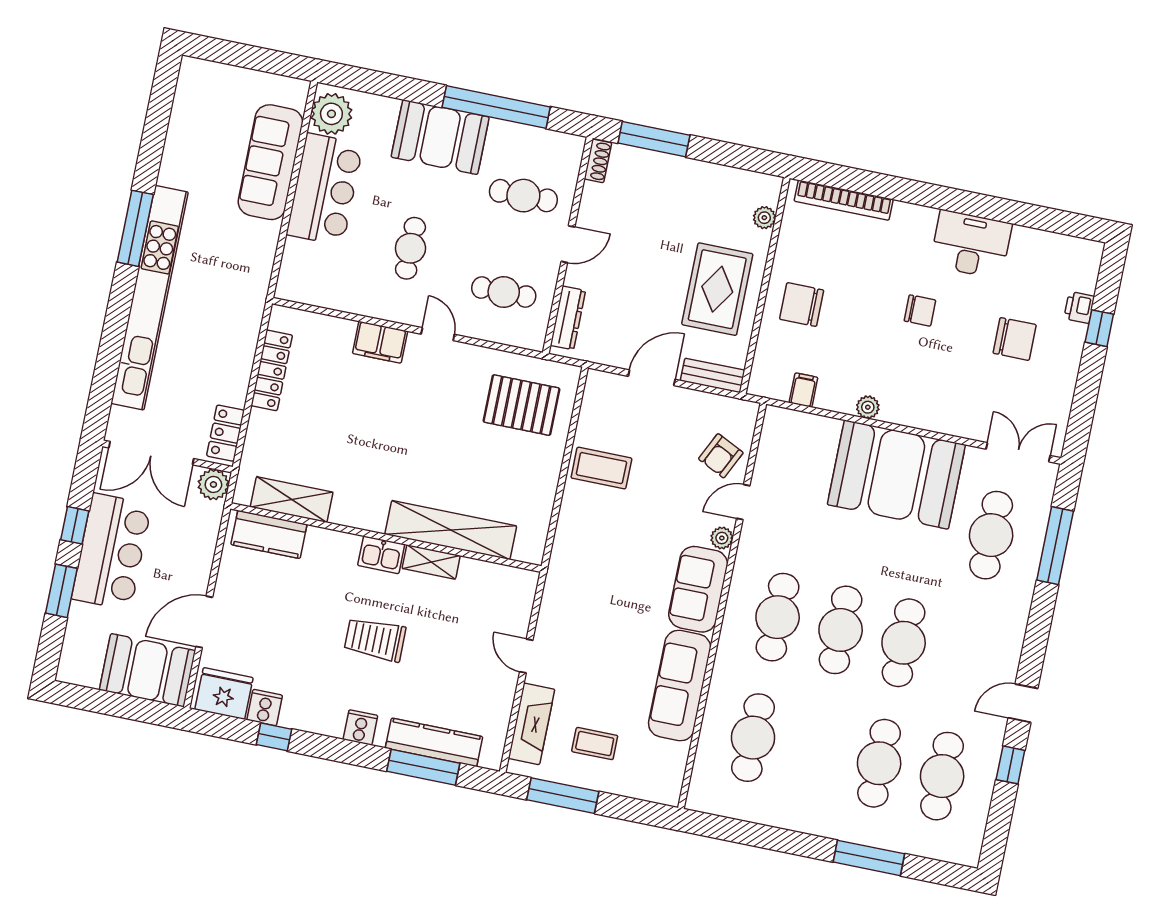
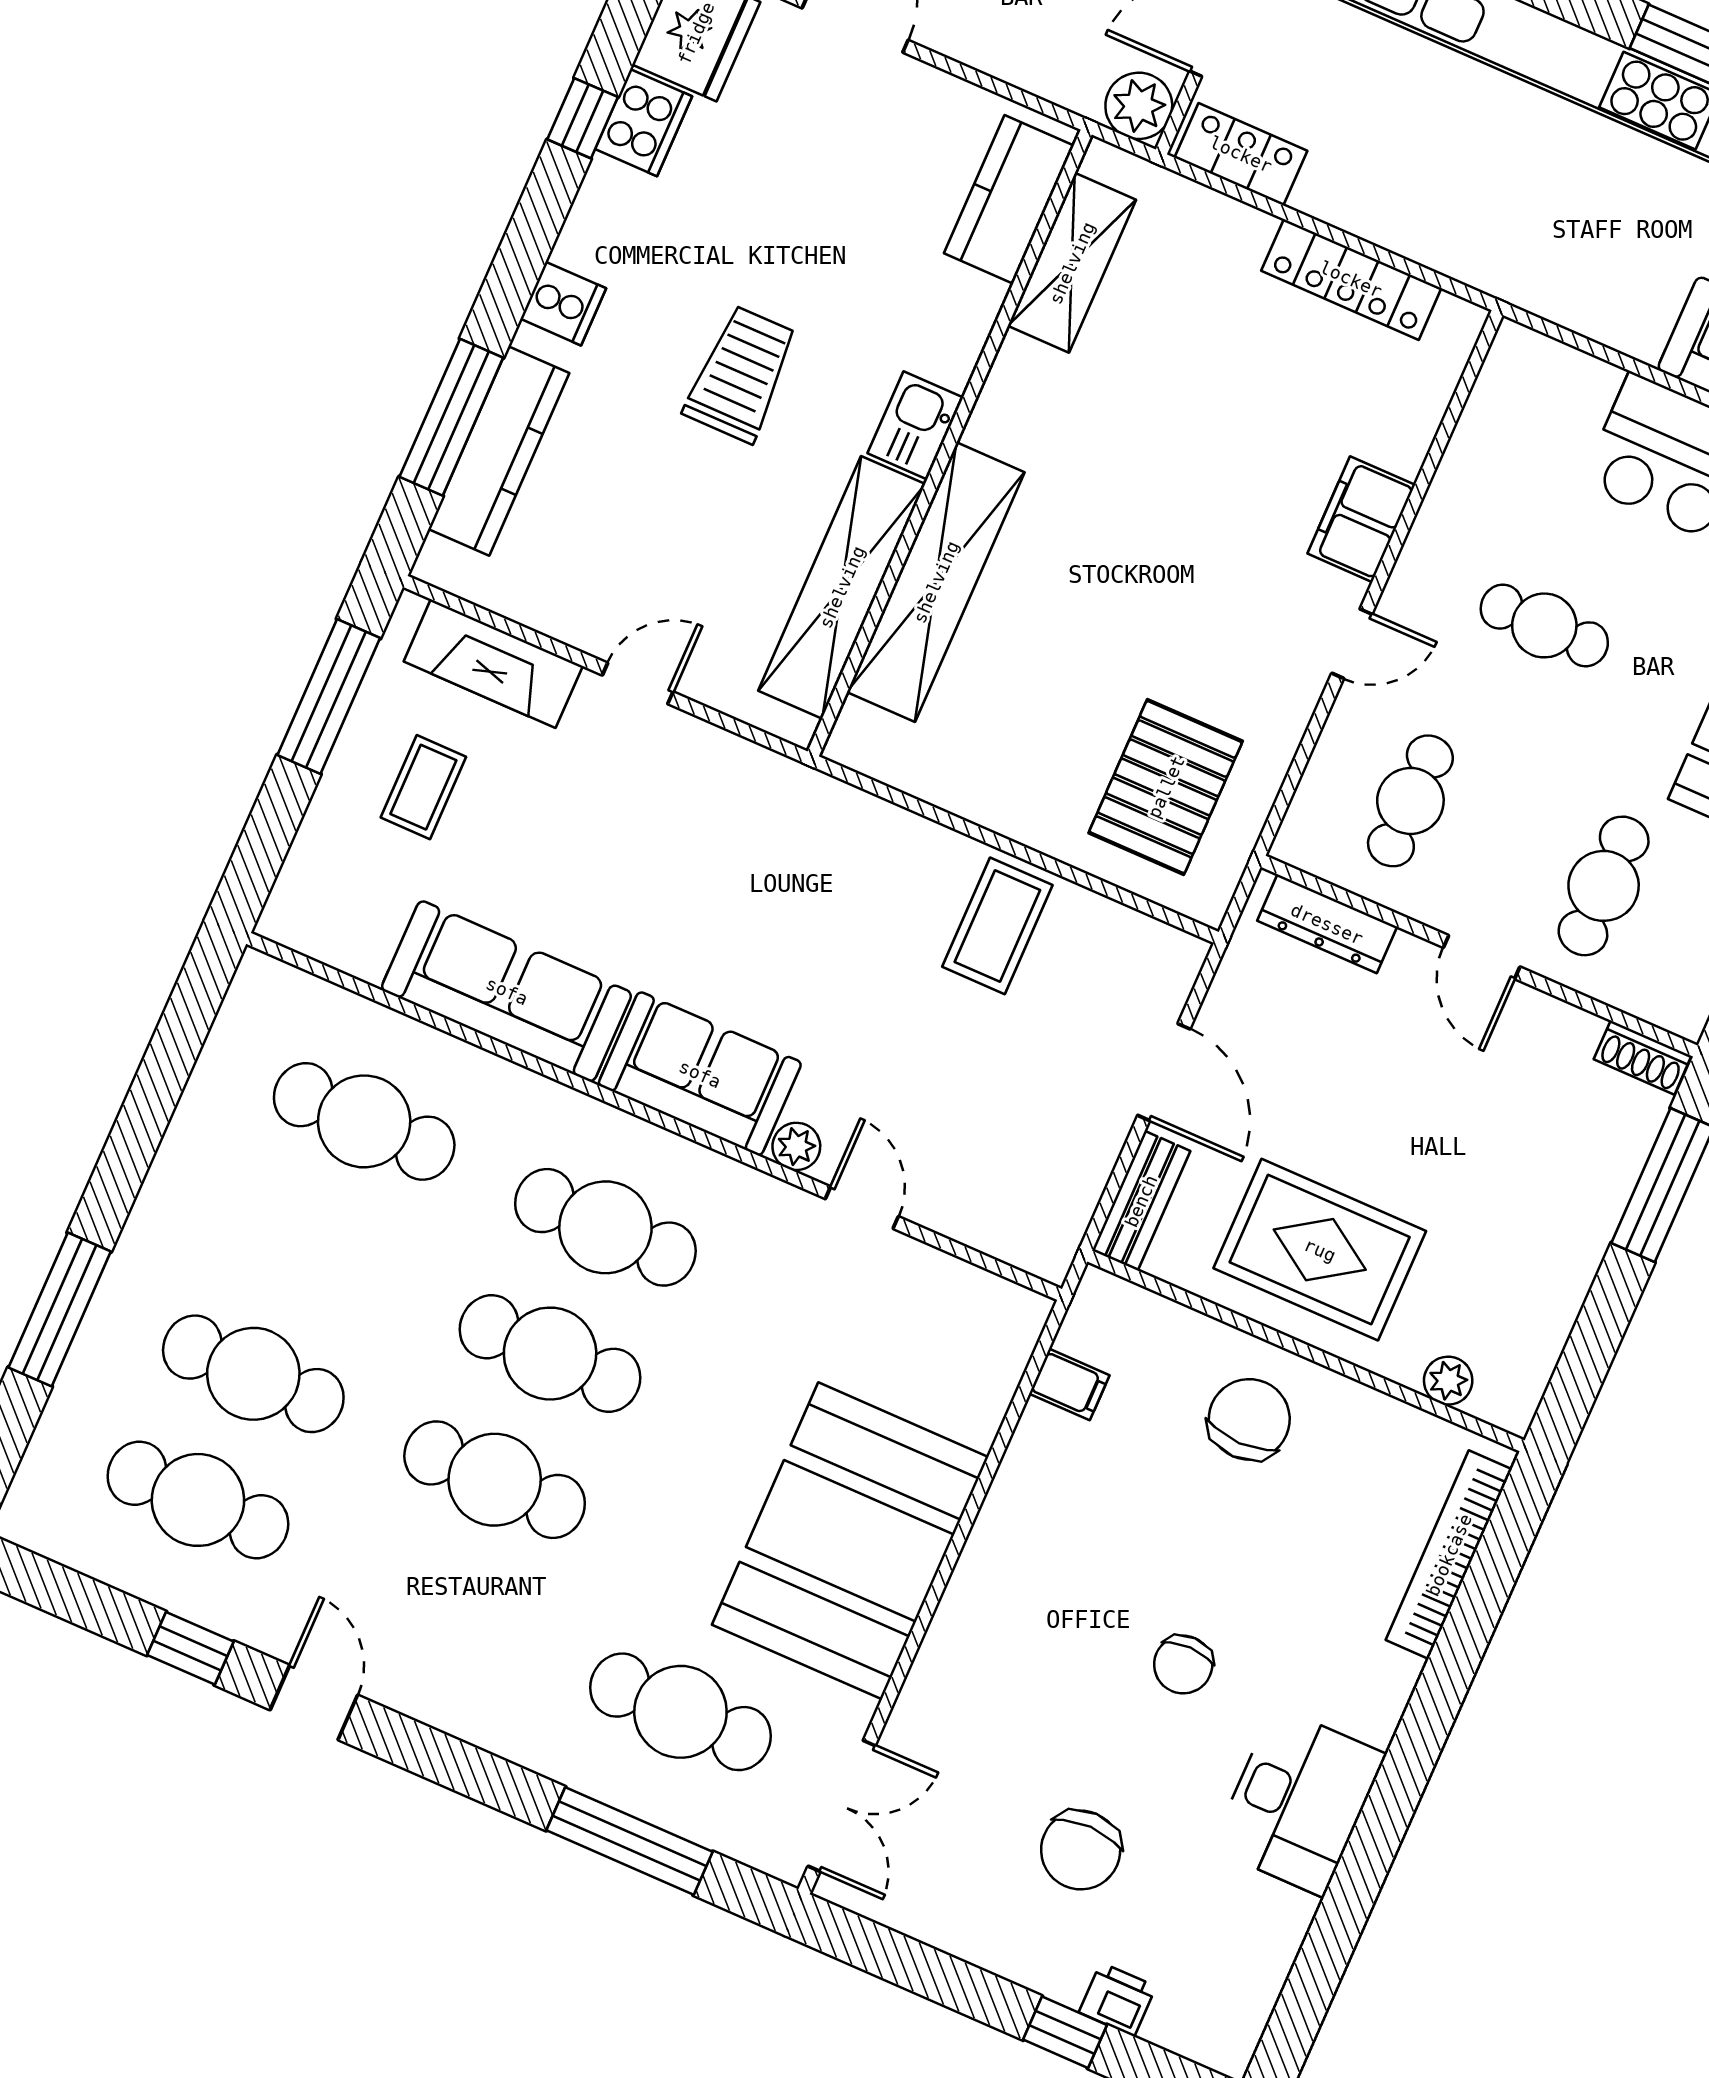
plant: (868, 407) -> (1004, 1512), removed
armchair: (721, 456) -> (969, 1182), removed
shelving: (431, 562) -> (842, 587), width x2.20, depth x1.33
cooker: (265, 708) -> (644, 123), width x1.36

